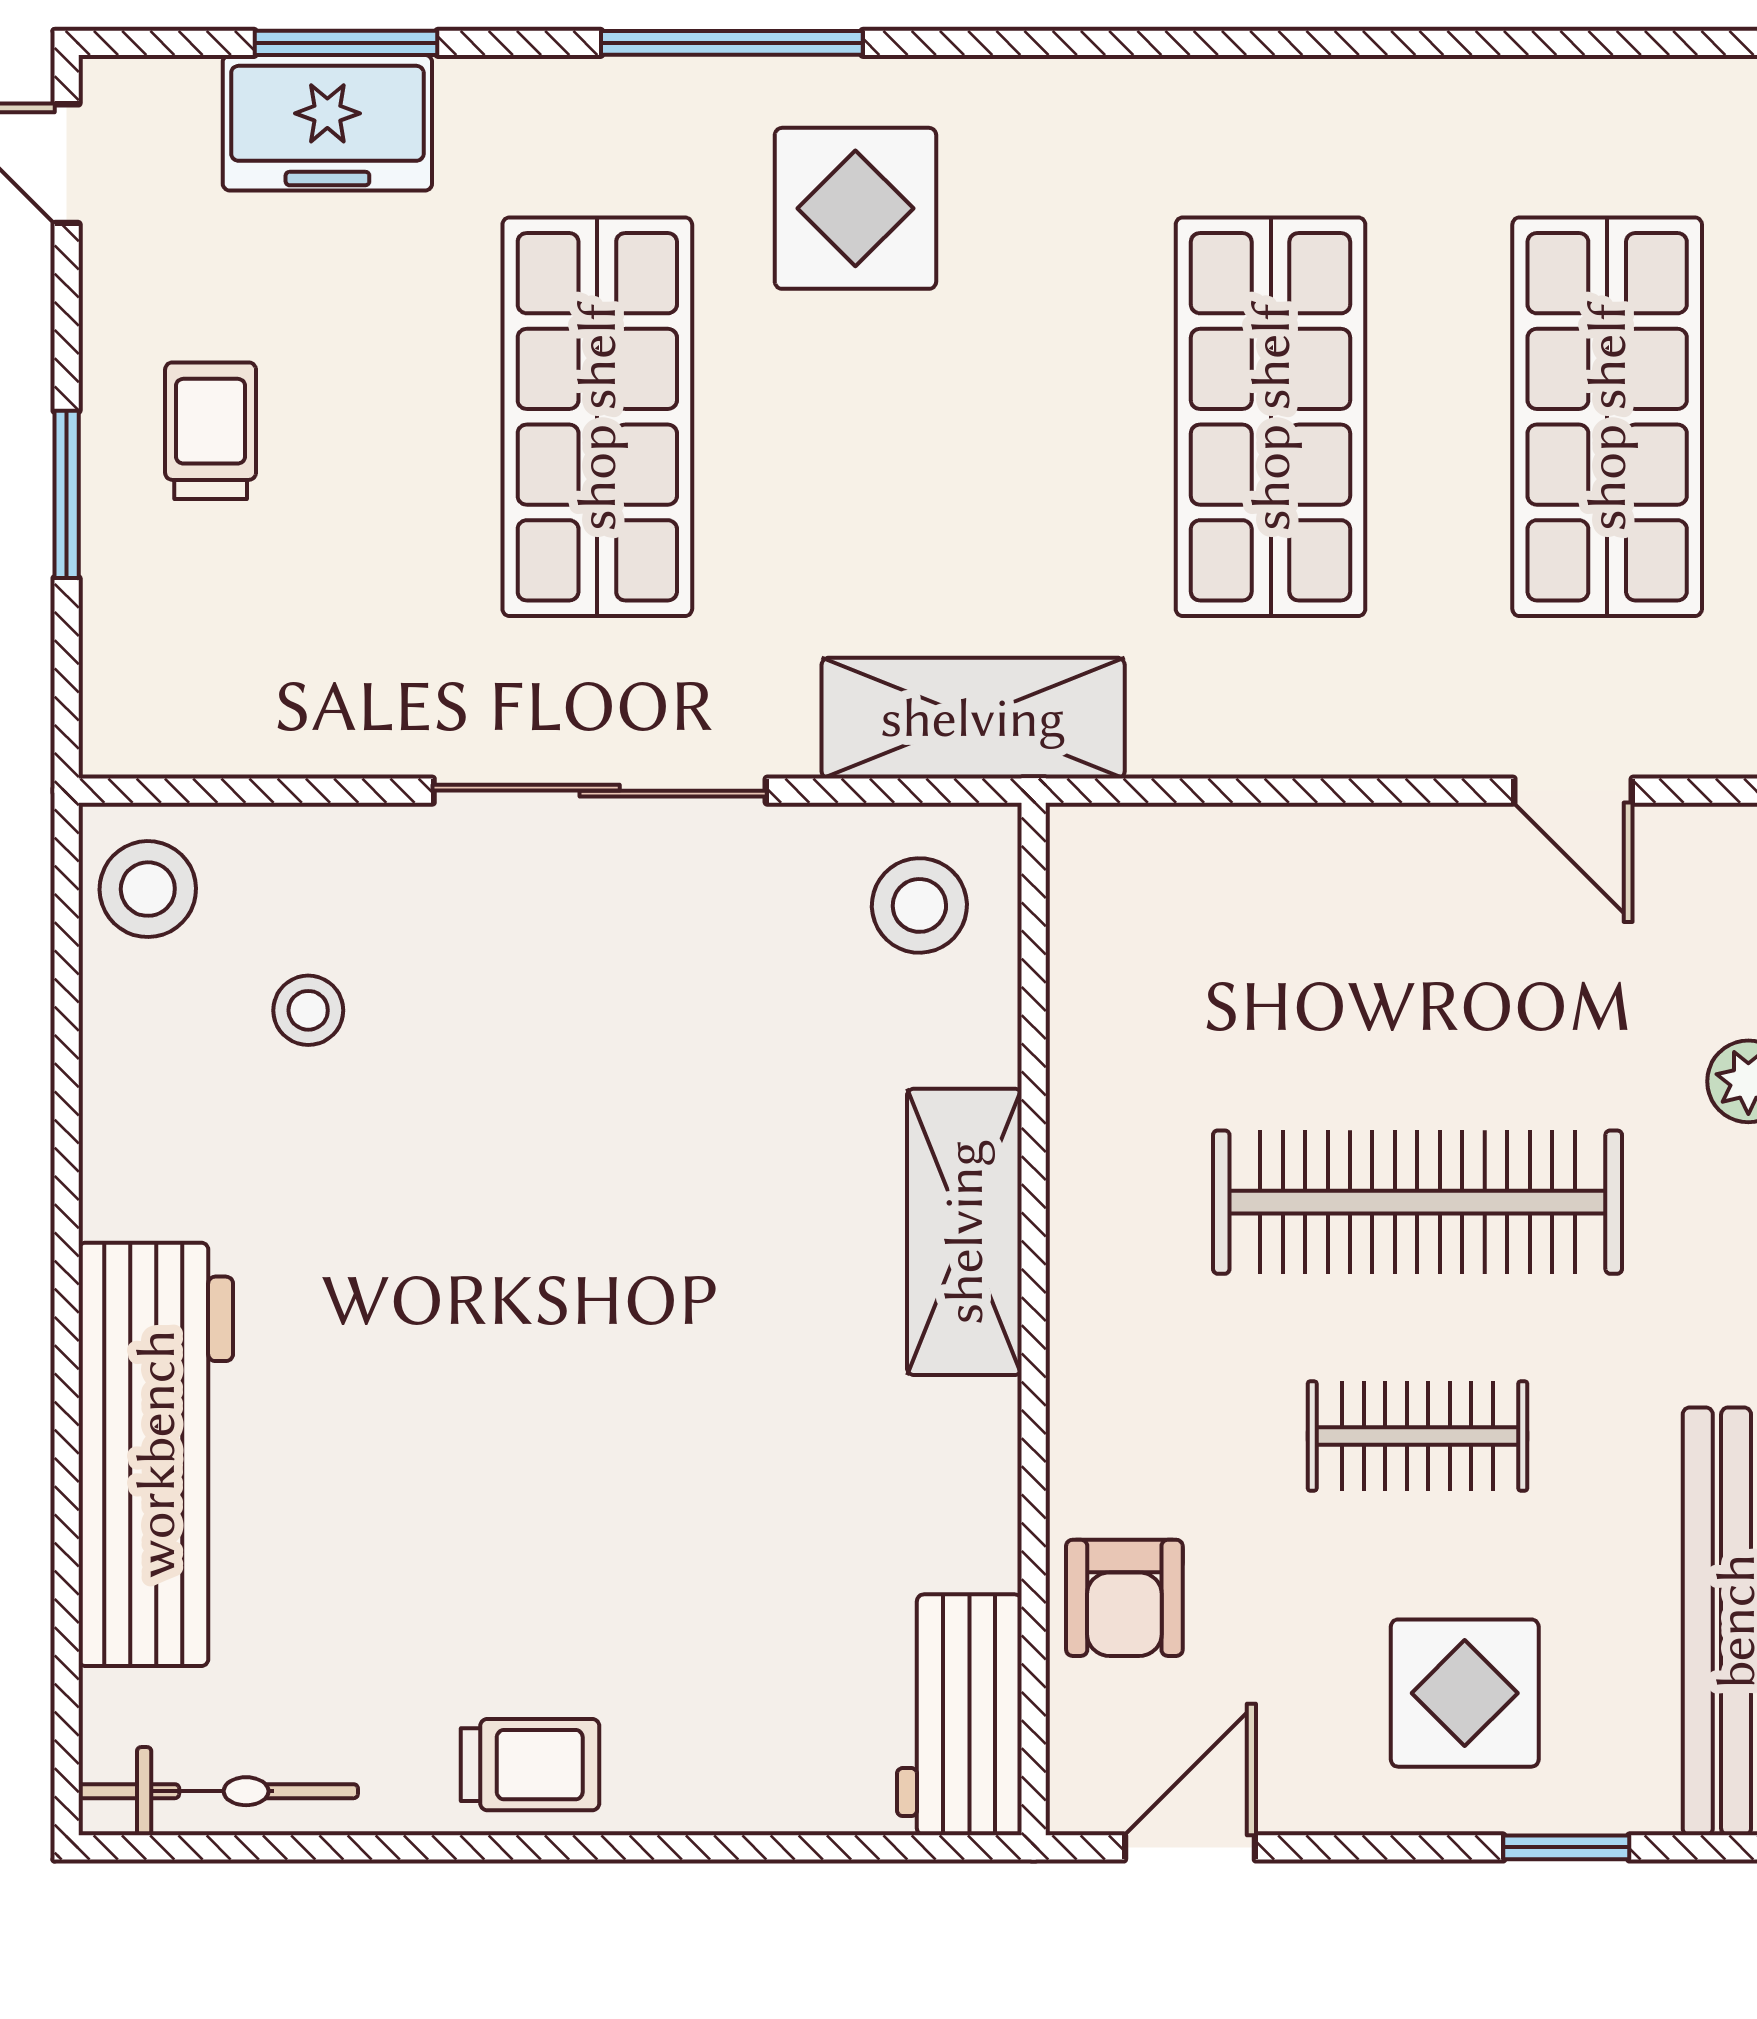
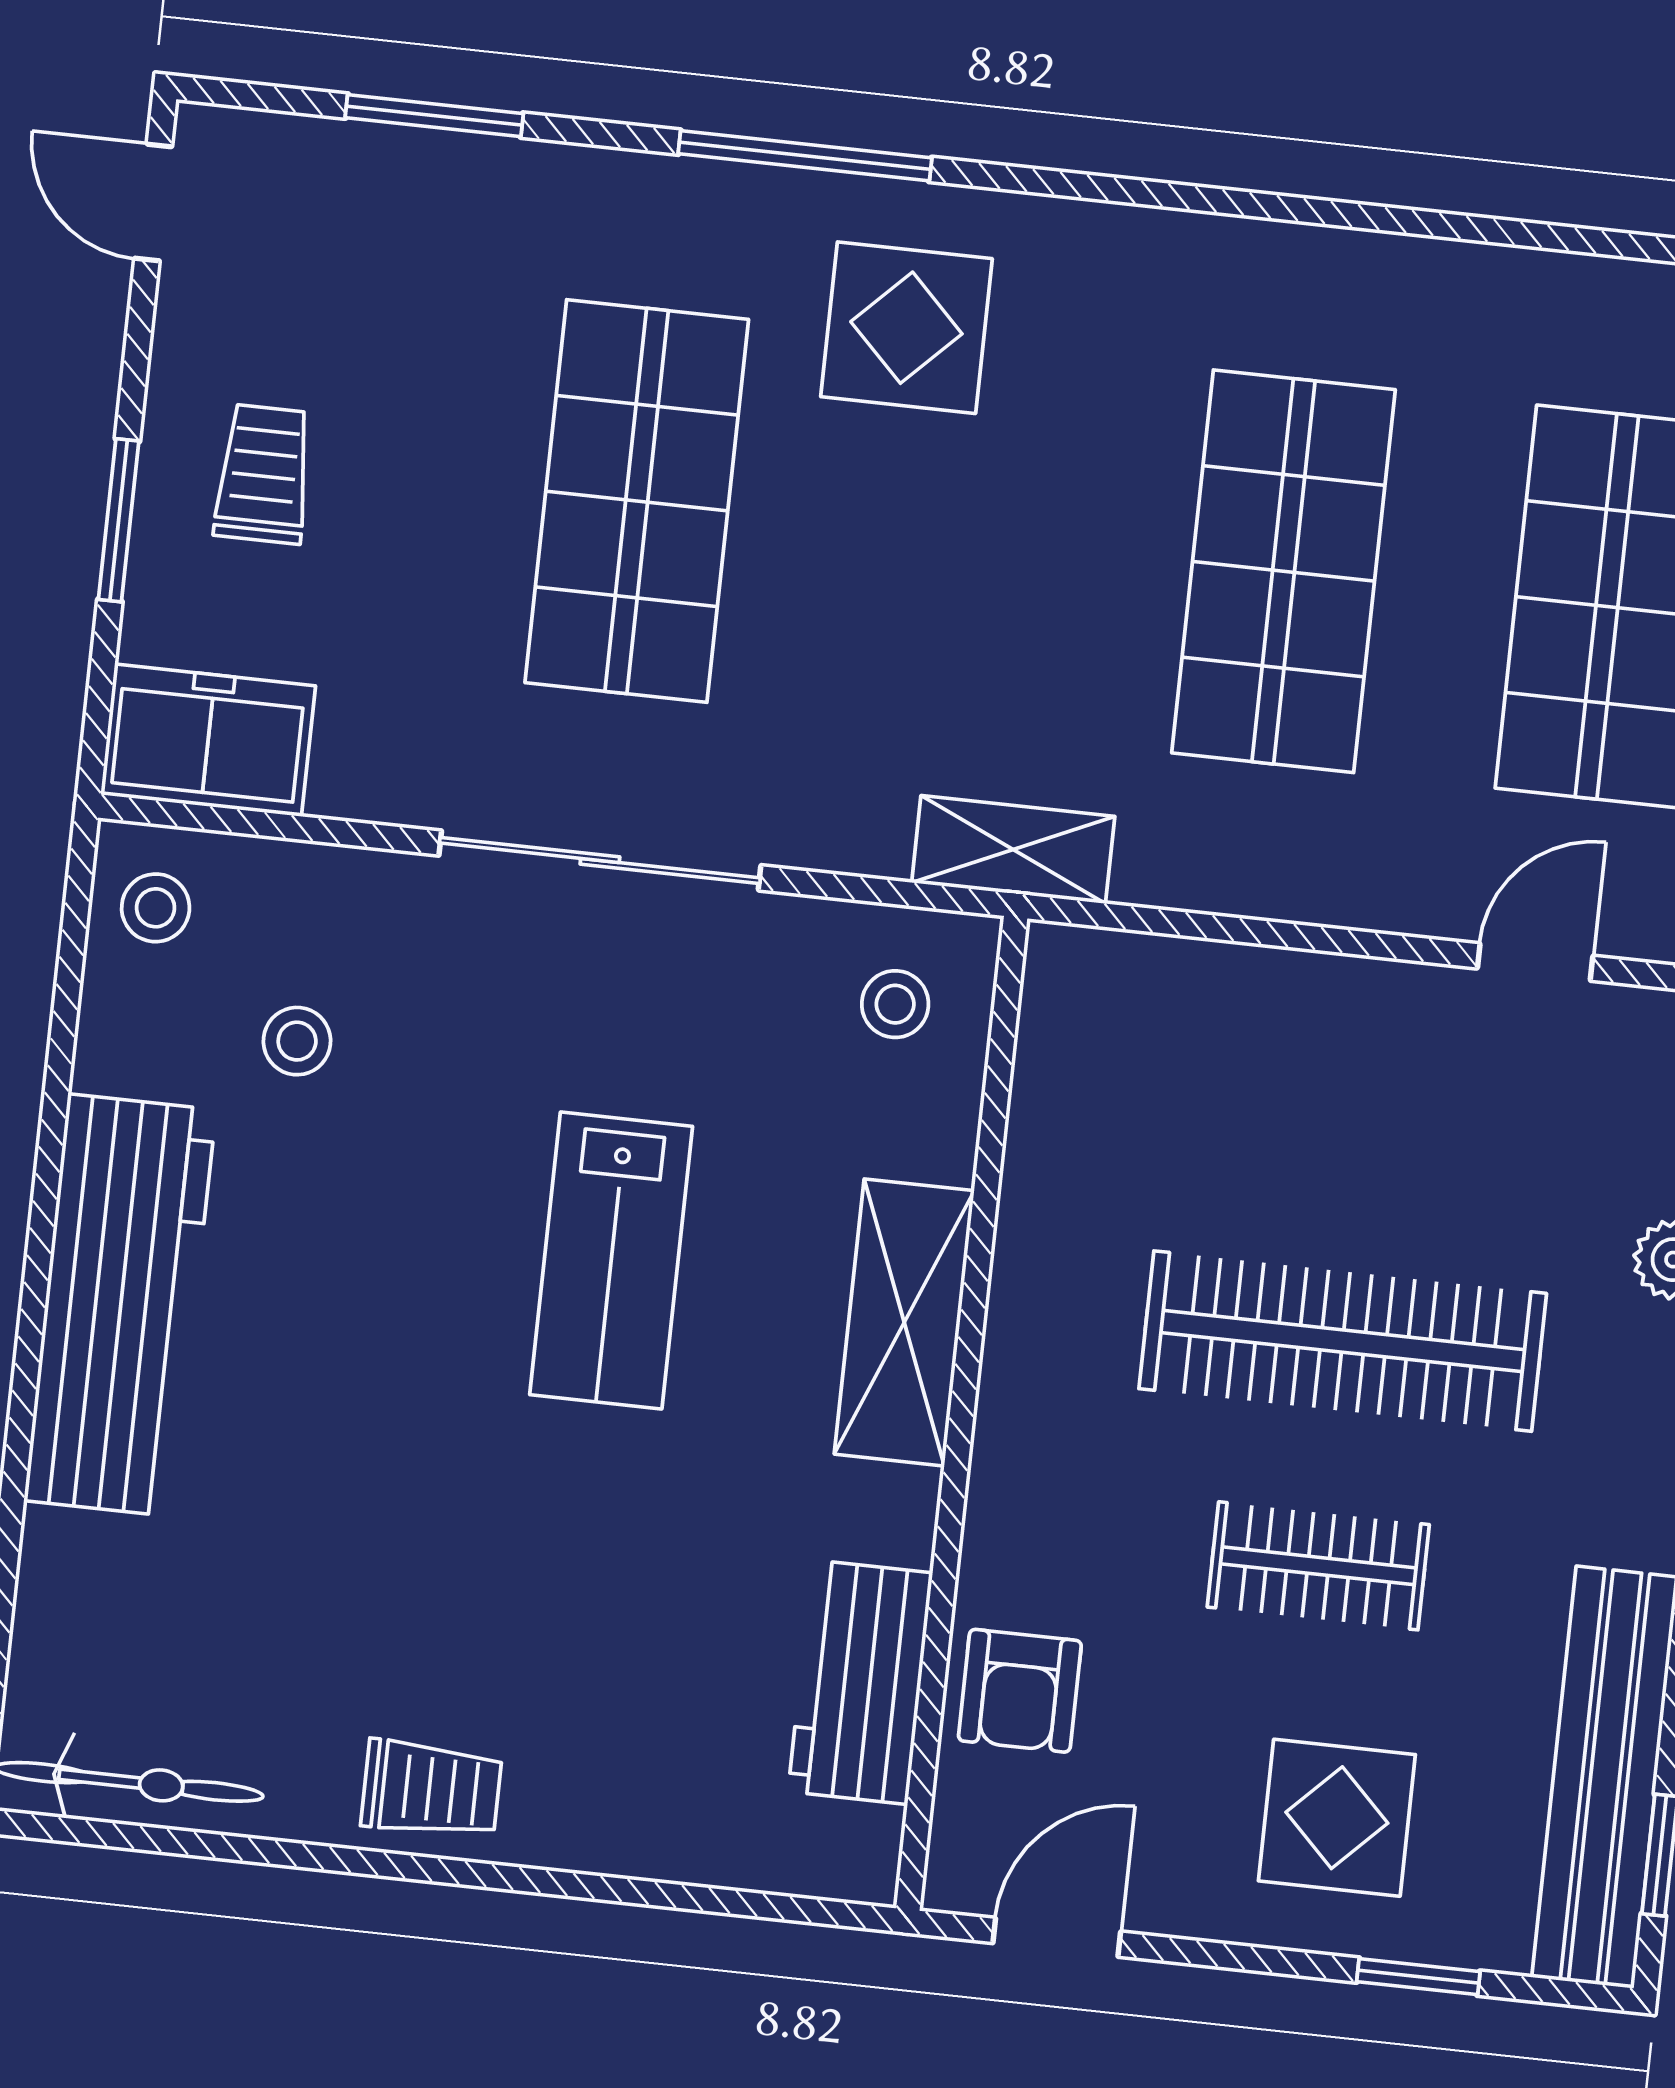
freezer: (327, 123) -> (208, 740), moved, turned 180
shelving: (973, 718) -> (1013, 850), width x0.67, depth x0.75
door: (1573, 791) -> (1535, 962), swing flipped
stool: (148, 889) -> (156, 908), width x0.73, depth x0.73
stool: (919, 905) -> (895, 1004), width x0.73, depth x0.73
lab bench: (656, 1201) -> (611, 1260), added
workbench: (156, 1454) -> (120, 1305), moved
workbench: (959, 1715) -> (860, 1682), moved

